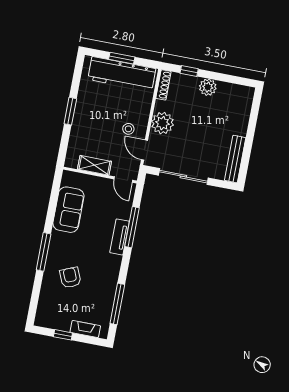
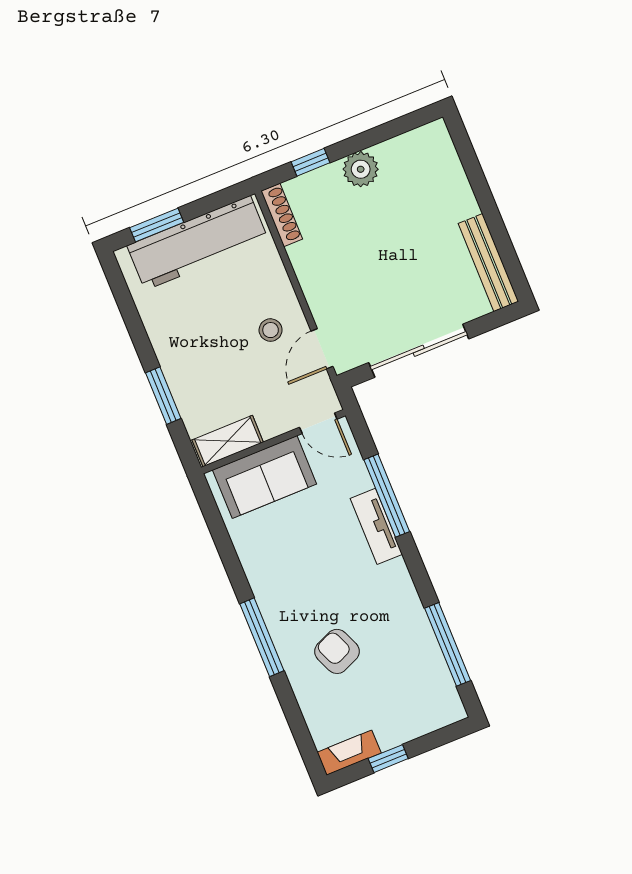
window: (122, 58) -> (157, 225), moved
window: (70, 111) -> (163, 396), moved
plant: (163, 123) -> (323, 282), removed
door: (144, 150) -> (322, 349), hinge flipped
shelving: (94, 165) -> (228, 441), moved
sofa: (68, 210) -> (265, 477), moved, turned 90
fireplace: (85, 329) -> (349, 753), moved

